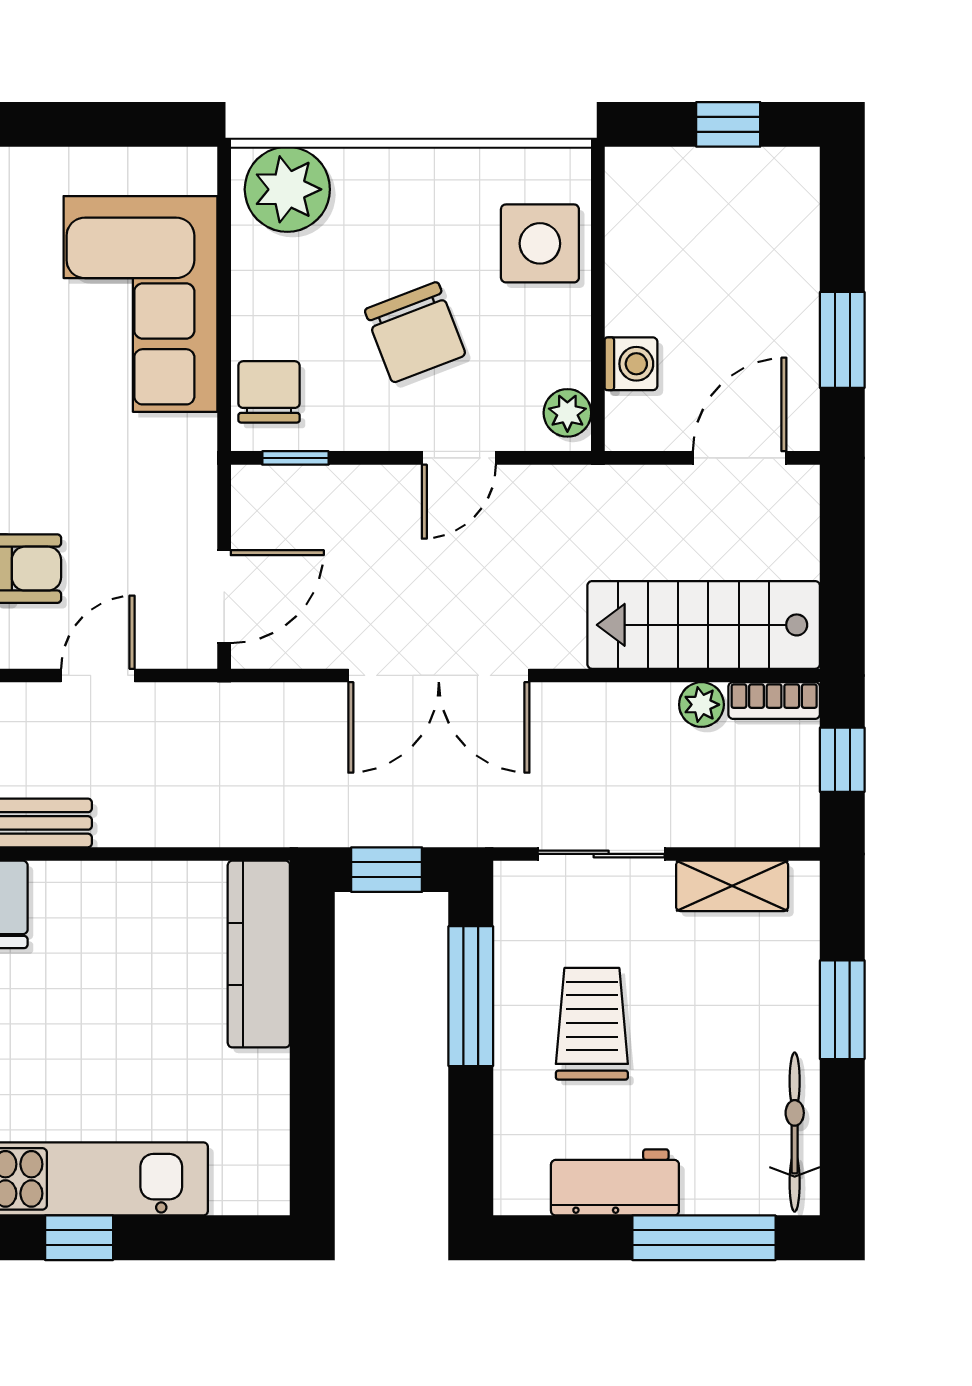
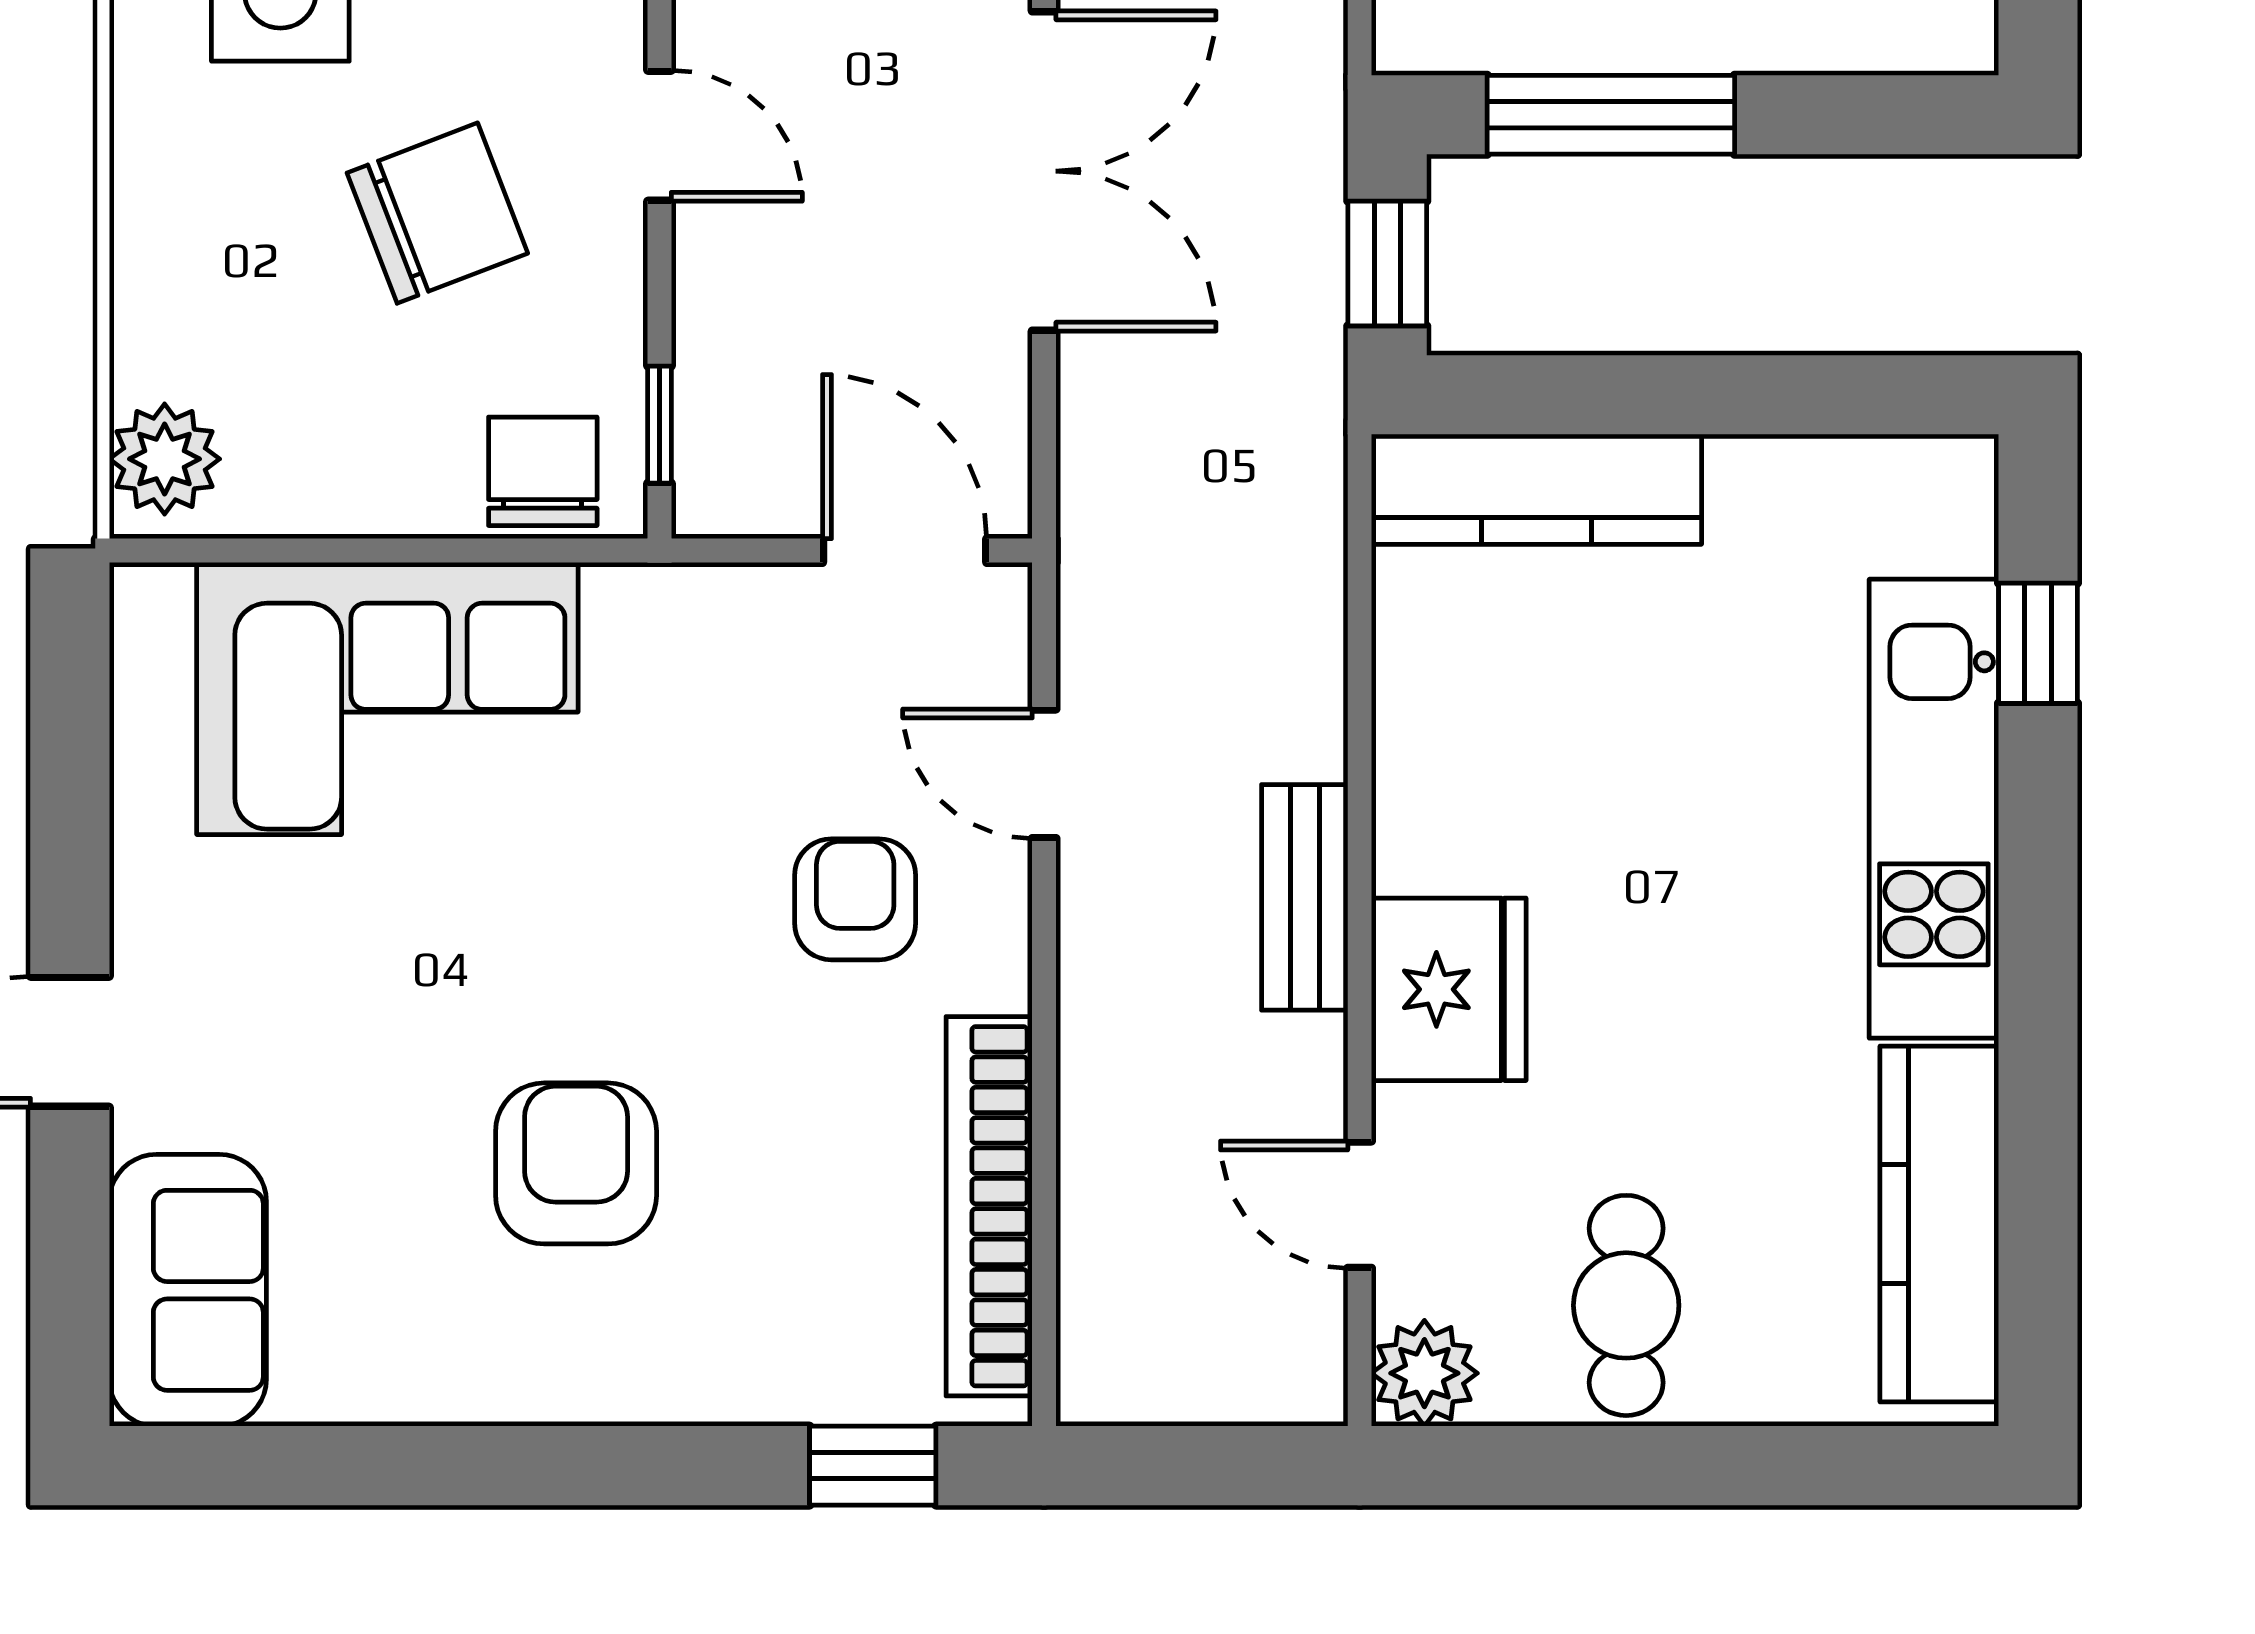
plant: (287, 189) -> (165, 459), width x0.73, depth x0.73
chair: (269, 392) -> (543, 471), turned 90
window: (79, 1238) -> (2038, 643), moved

